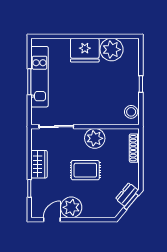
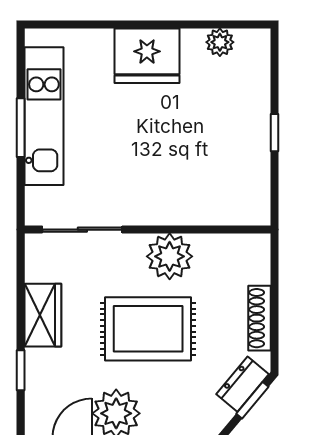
plant: (112, 50) -> (220, 42), width x0.53, depth x0.53
stool: (131, 112) -> (252, 196), removed
shoe rack: (134, 148) -> (260, 318), moved
rug: (85, 170) -> (148, 329), width x1.36, depth x1.43

